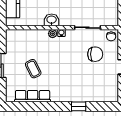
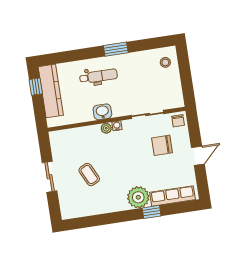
chair: (95, 54) -> (162, 145), turned 180
plant: (70, 93) -> (138, 197), added
row of seats: (33, 96) -> (173, 196), moved

